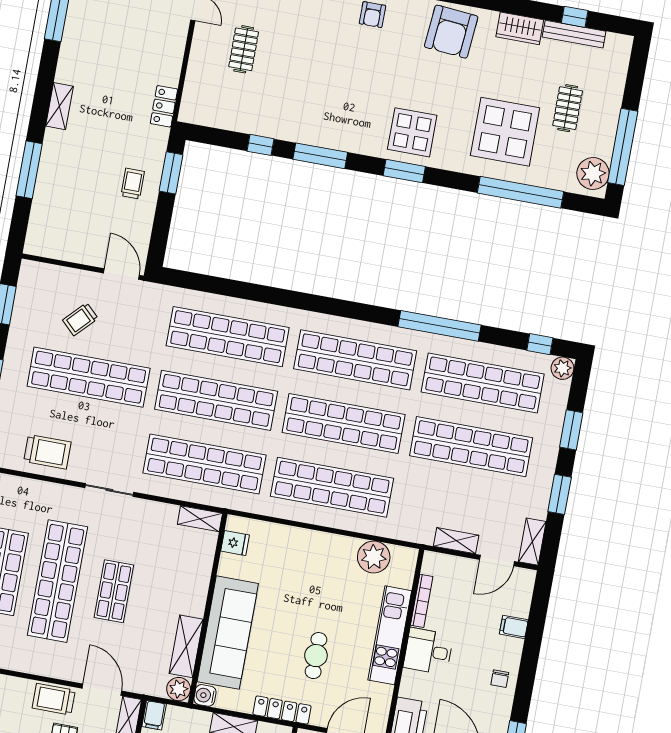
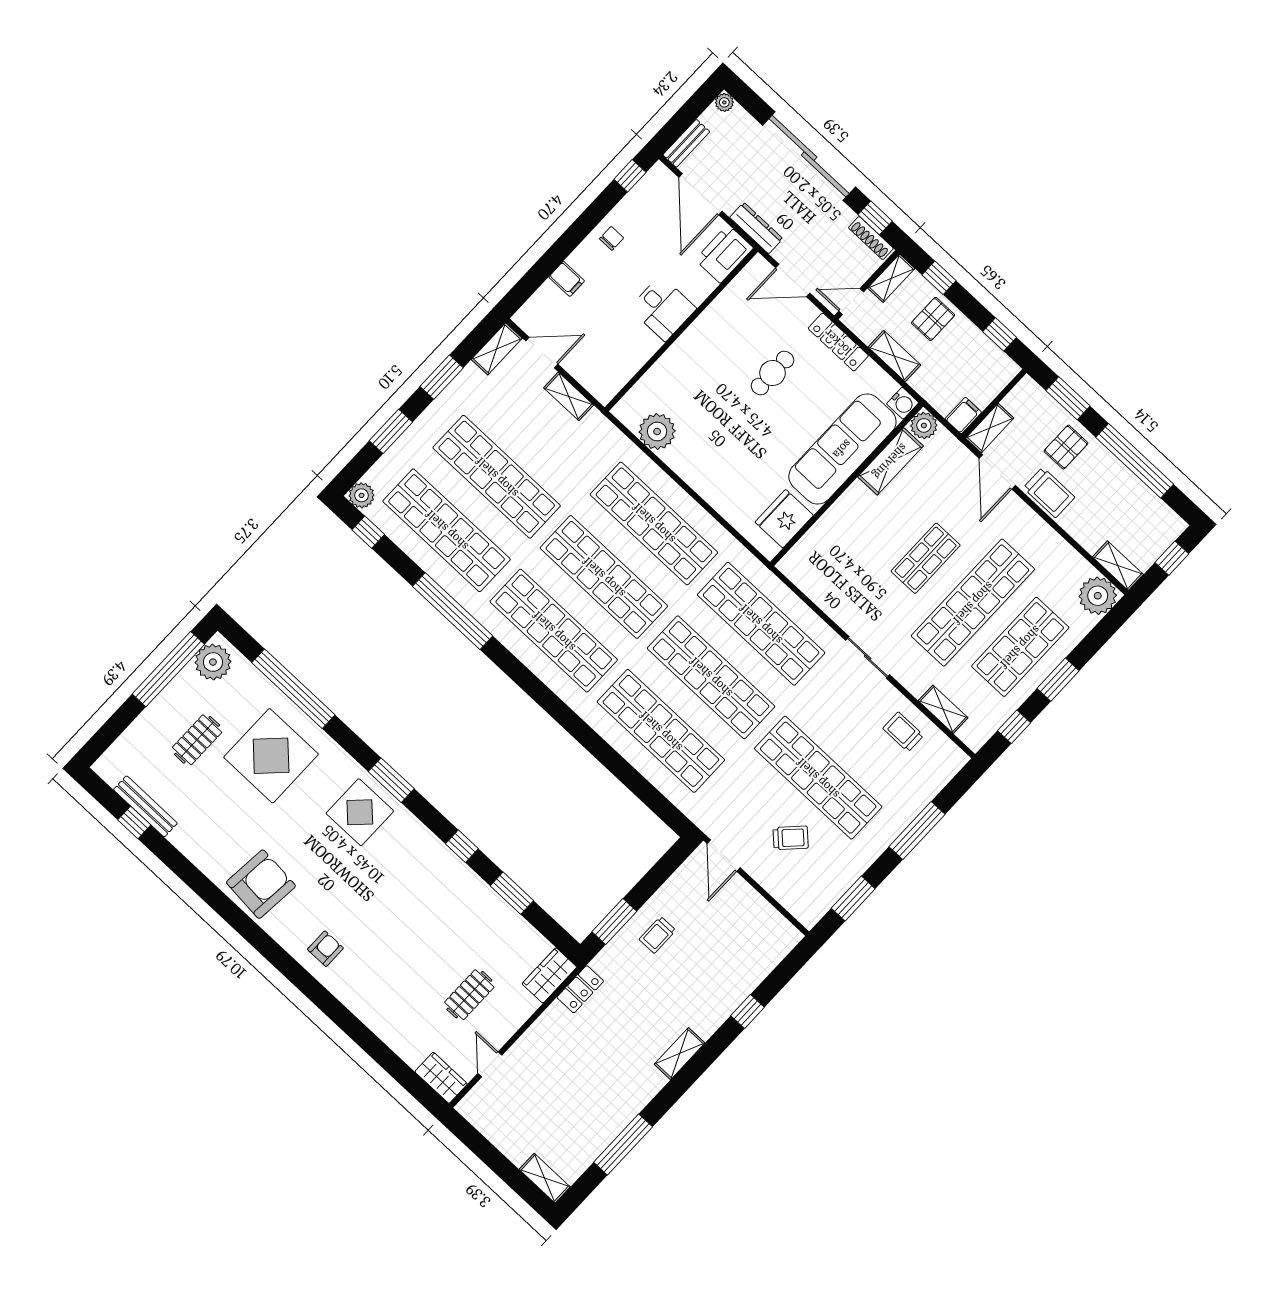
wardrobe: (520, 28) -> (549, 975), moved, turned -90
window: (261, 145) -> (512, 893), width x1.50
window: (320, 156) -> (462, 846), width x0.46
window: (29, 170) -> (747, 1012), width x0.46
trolley: (47, 452) -> (903, 732), width x0.73, depth x0.72
shelving: (200, 519) -> (943, 709), moved
fridge: (235, 543) -> (784, 519), width x1.88, depth x1.34
bookcase: (422, 601) -> (638, 360), removed
kitchen unit: (390, 635) -> (690, 347), removed

